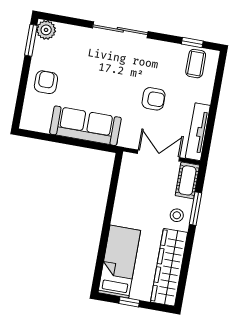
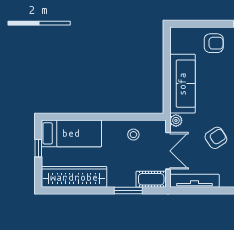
armchair: (154, 99) -> (216, 138), turned -123
plant: (126, 140) -> (176, 120), added
stool: (177, 215) -> (133, 135), moved

